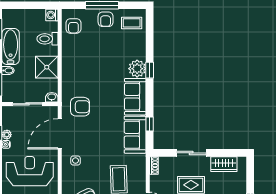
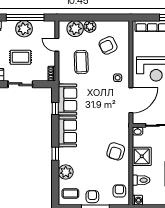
plant: (137, 69) -> (66, 172), moved
armchair: (80, 107) -> (116, 151), moved, turned -73

